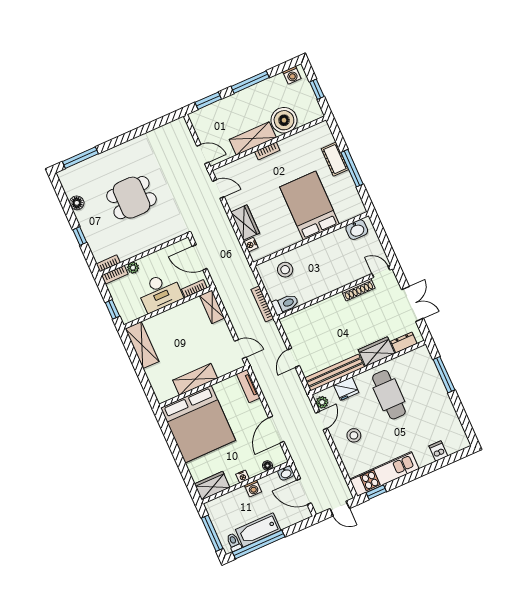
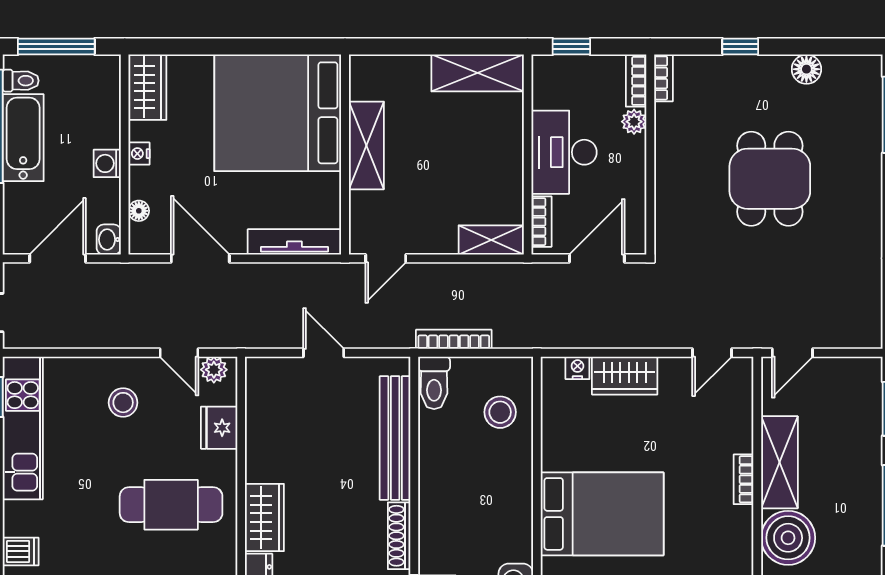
bench: (335, 372) -> (395, 438), moved
tv unit: (248, 386) -> (294, 242), width x1.41

